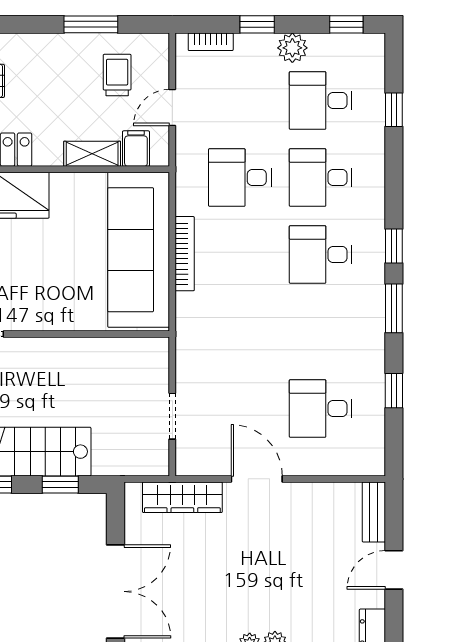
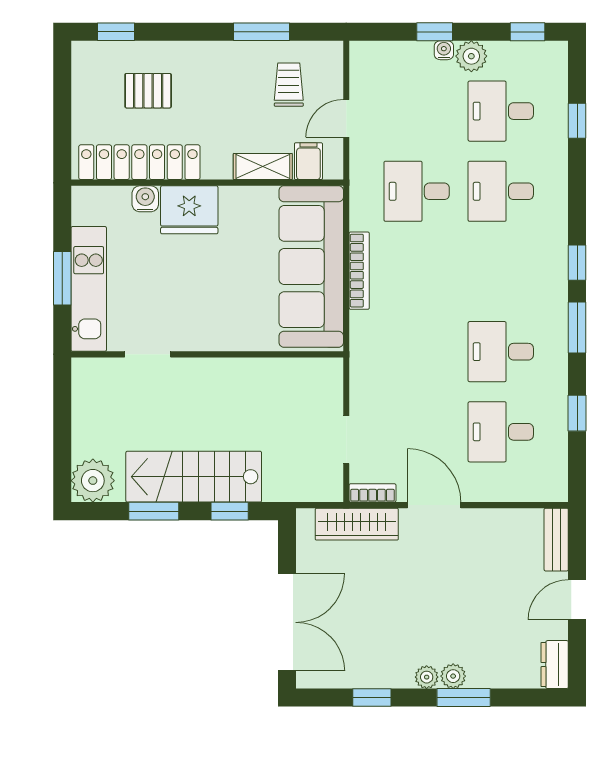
bookcase: (211, 42) -> (373, 493), moved, turned 180
water cooler: (266, 42) -> (444, 50), added
desk: (321, 255) -> (501, 352), moved

